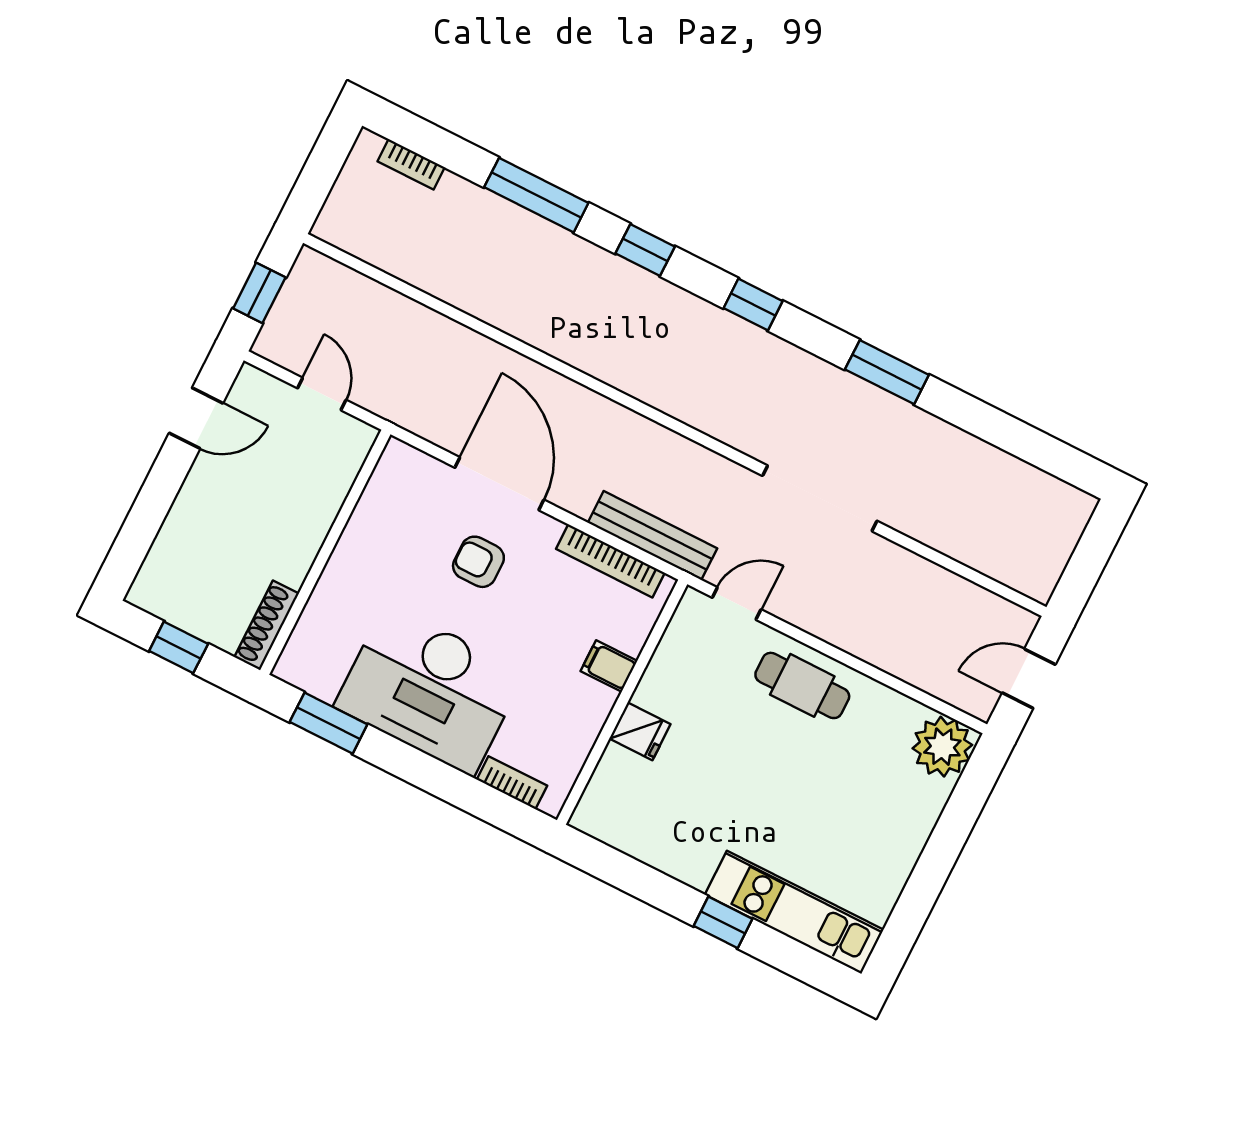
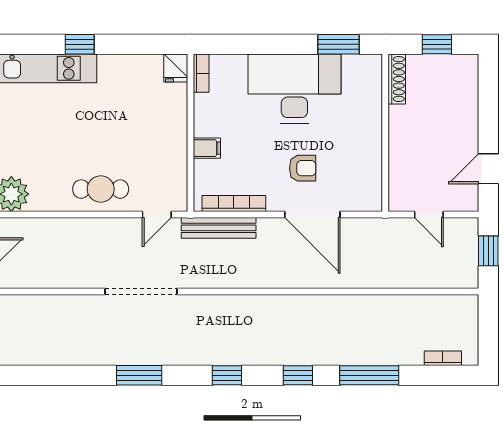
fridge: (640, 731) -> (176, 68), moved, turned -90
bookcase: (512, 783) -> (201, 73), moved, turned -90

